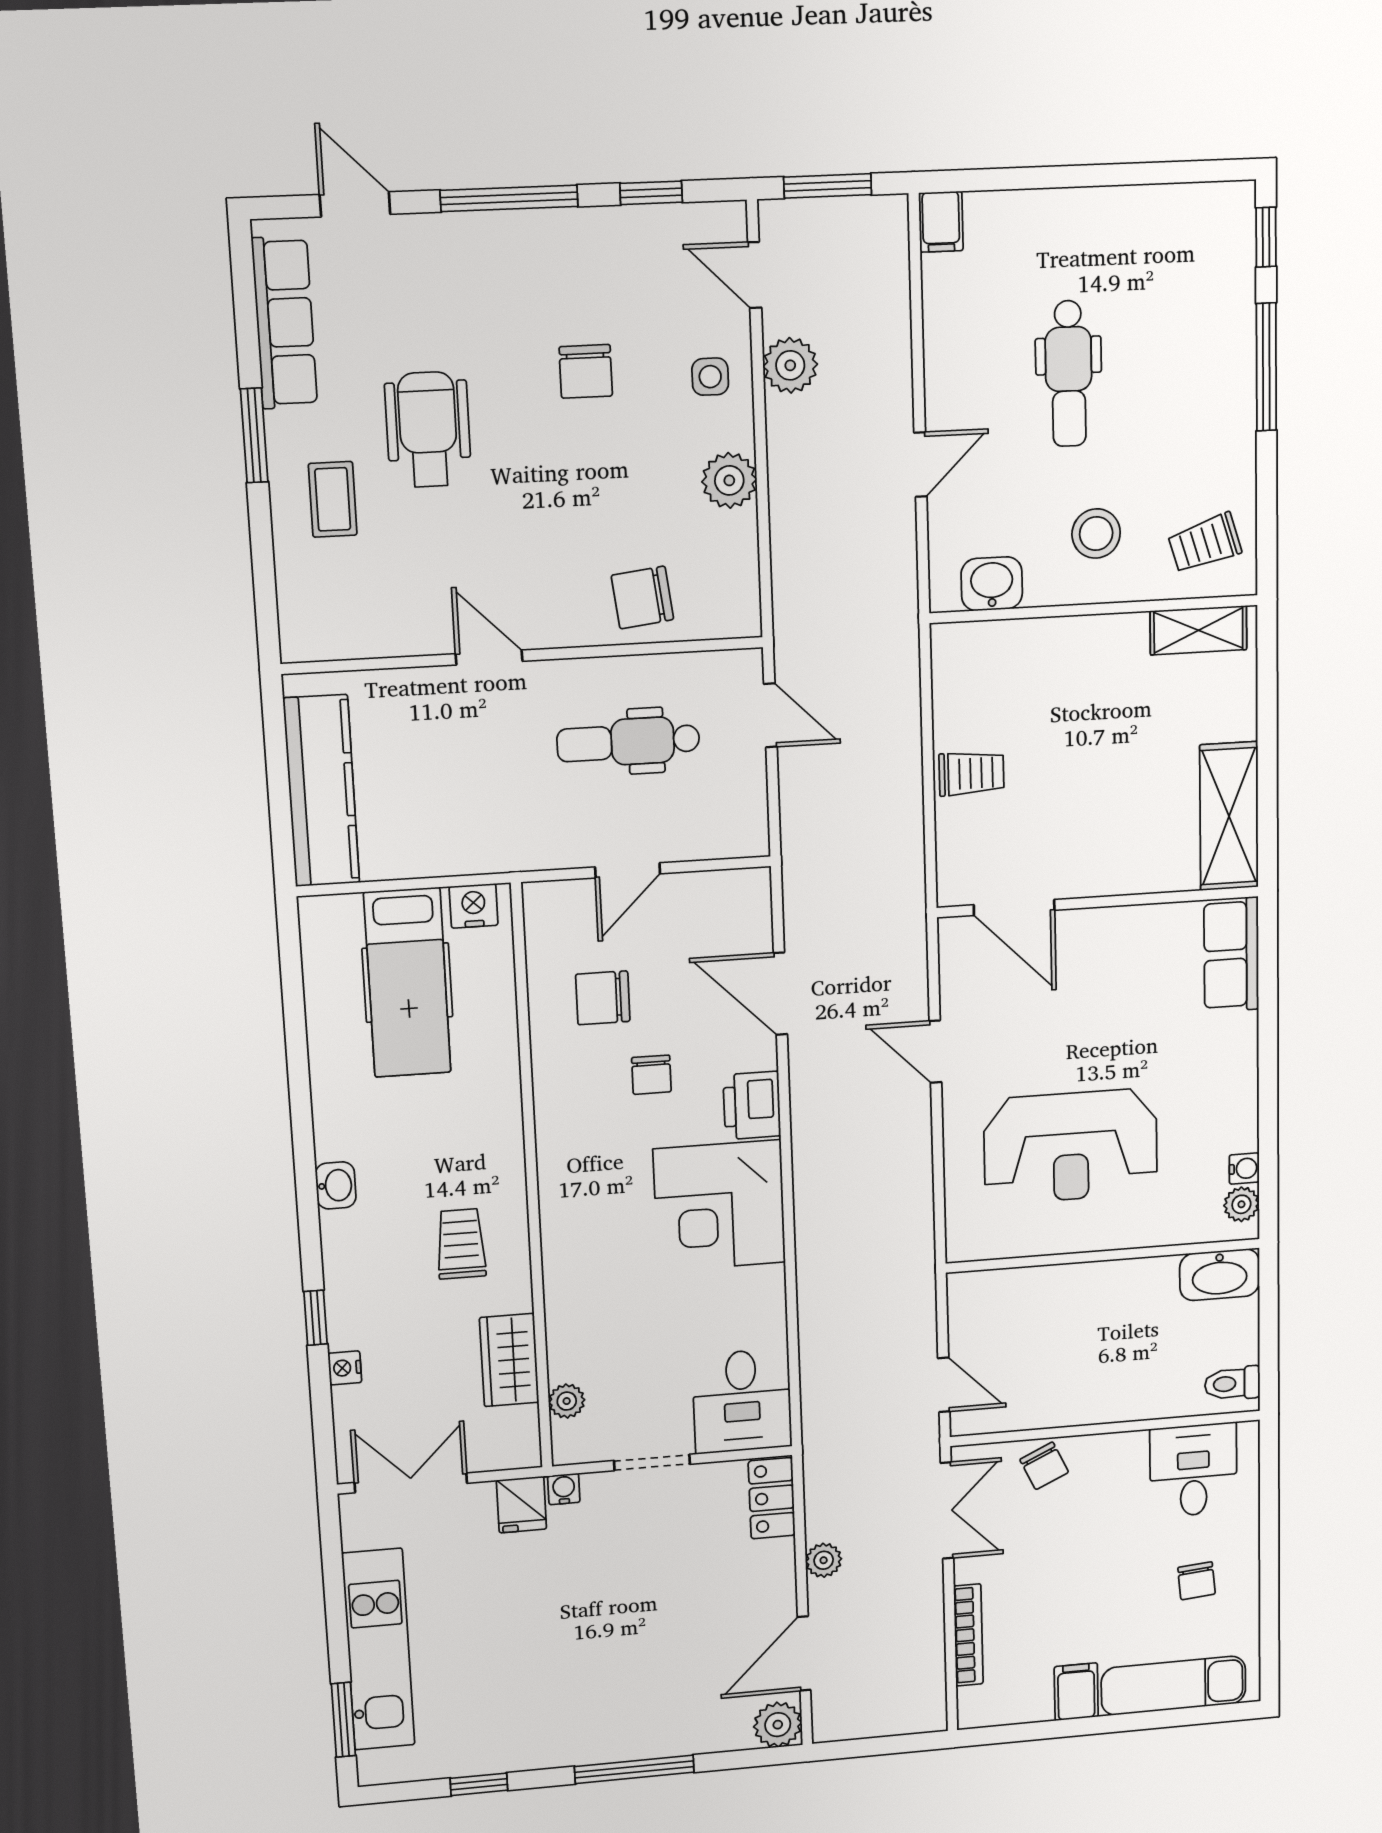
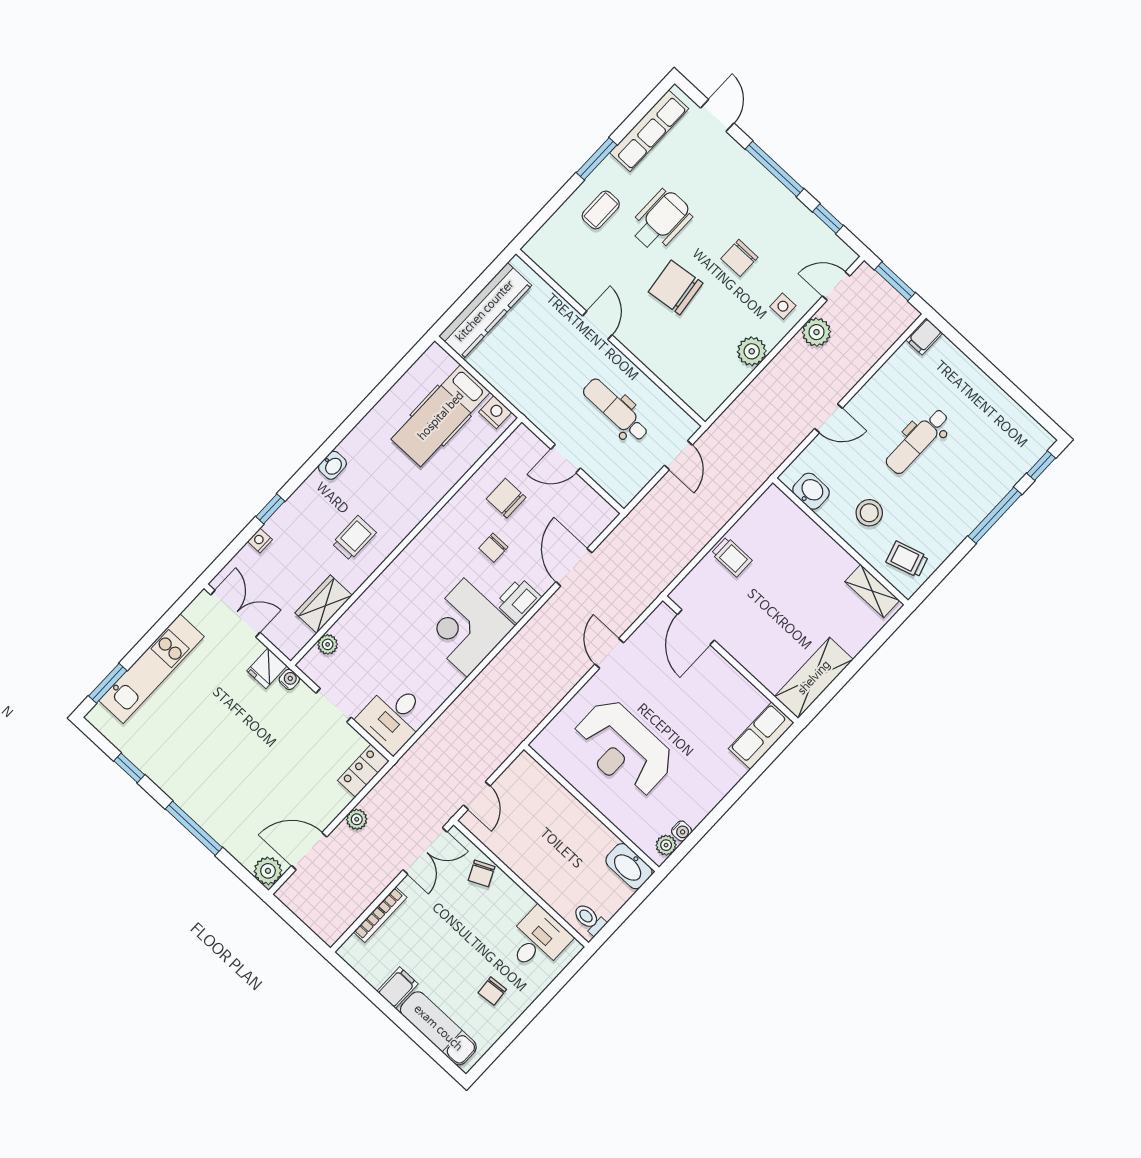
door: (755, 275) -> (836, 286), hinge flipped
chair: (642, 597) -> (676, 288), moved, width x1.37, depth x1.37

